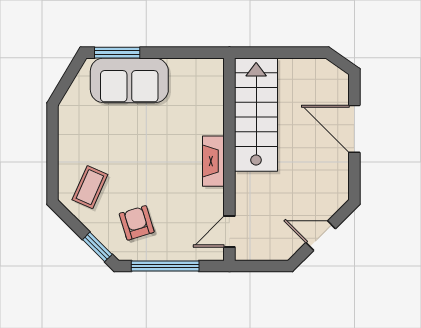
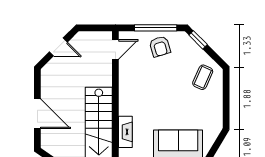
fireplace: (213, 161) -> (125, 132), moved
armchair: (137, 223) -> (160, 46), moved

